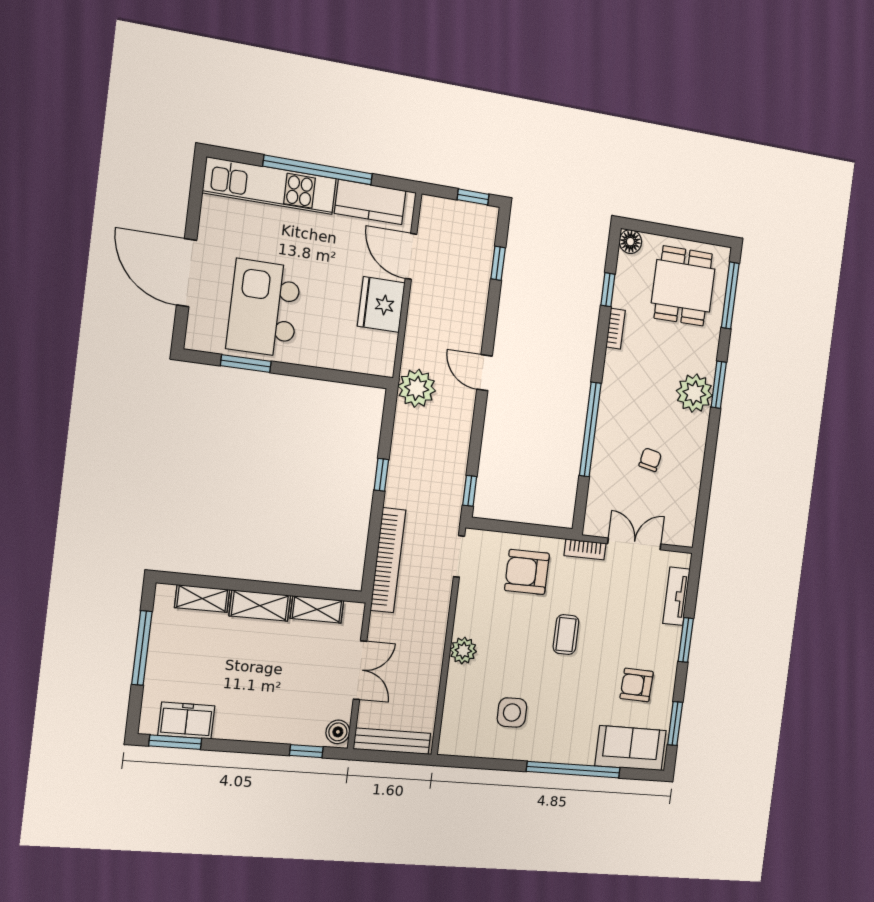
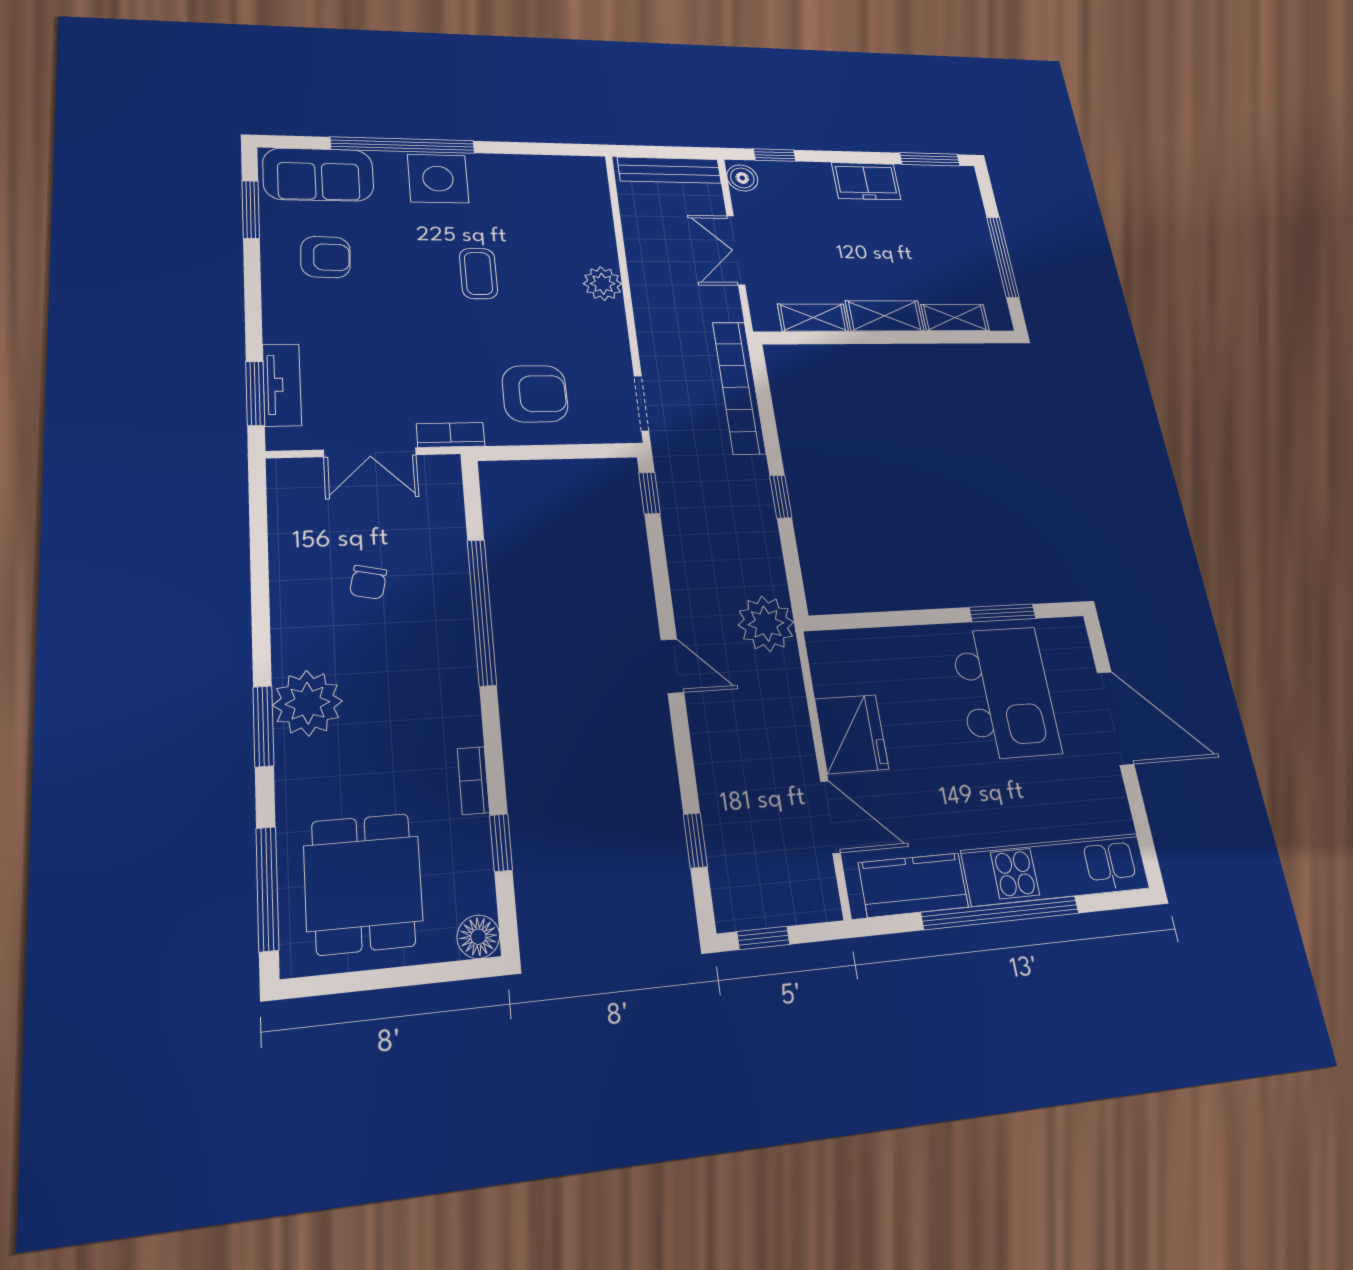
coffee table: (566, 635) -> (478, 273), moved
window: (686, 640) -> (255, 393), moved
side table: (512, 712) -> (438, 179), moved, width x1.37, depth x1.37
freezer: (186, 721) -> (866, 181), moved

